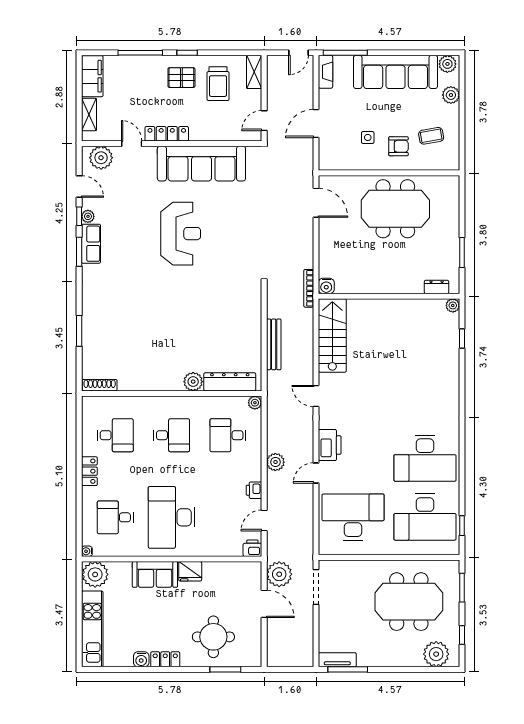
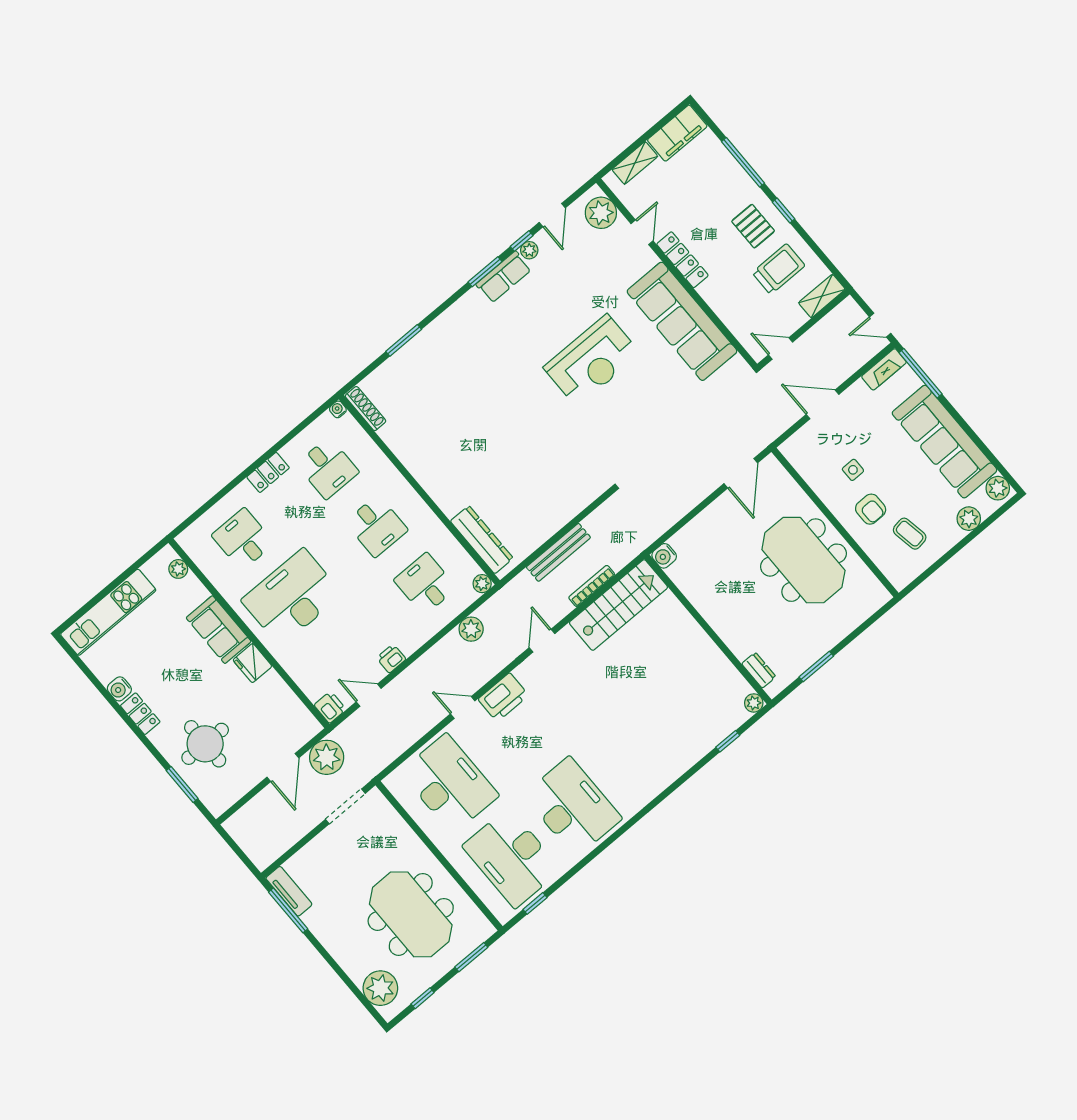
trolley: (218, 84) -> (779, 269), turned 180
bookcase: (309, 288) -> (592, 586), moved
plant: (193, 382) -> (450, 502), removed
desk: (425, 458) -> (572, 807), turned 180
plant: (275, 462) -> (471, 629), moved
water cooler: (87, 551) -> (338, 409), moved
plant: (95, 574) -> (178, 569), width x0.53, depth x0.53

